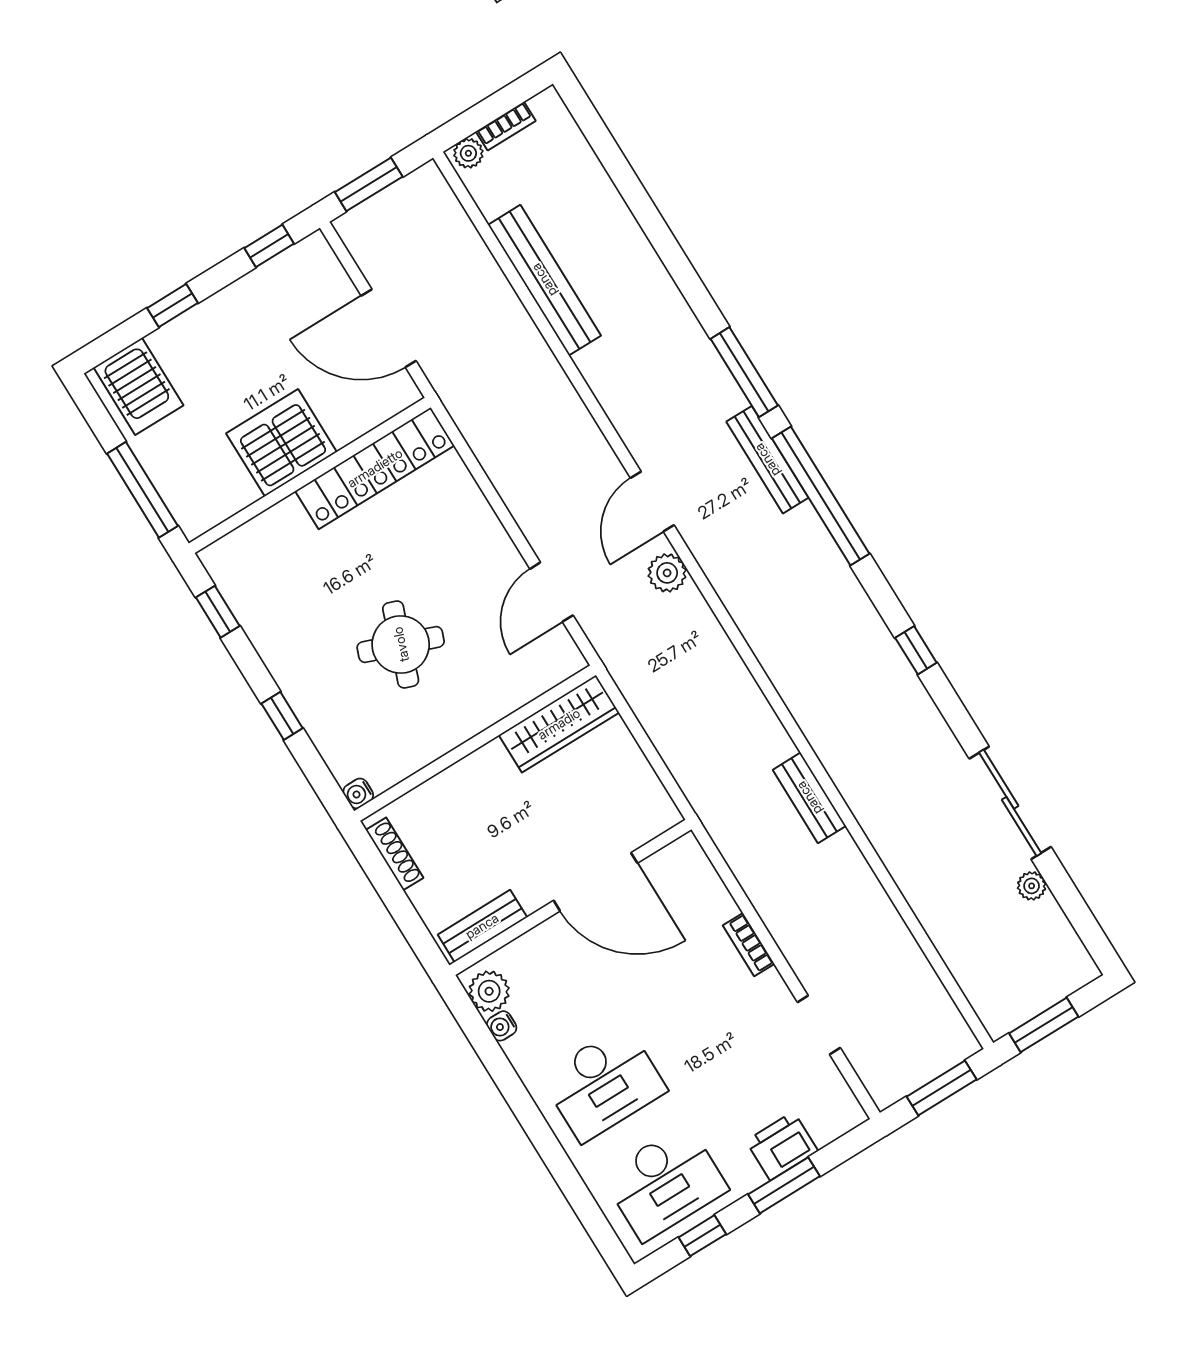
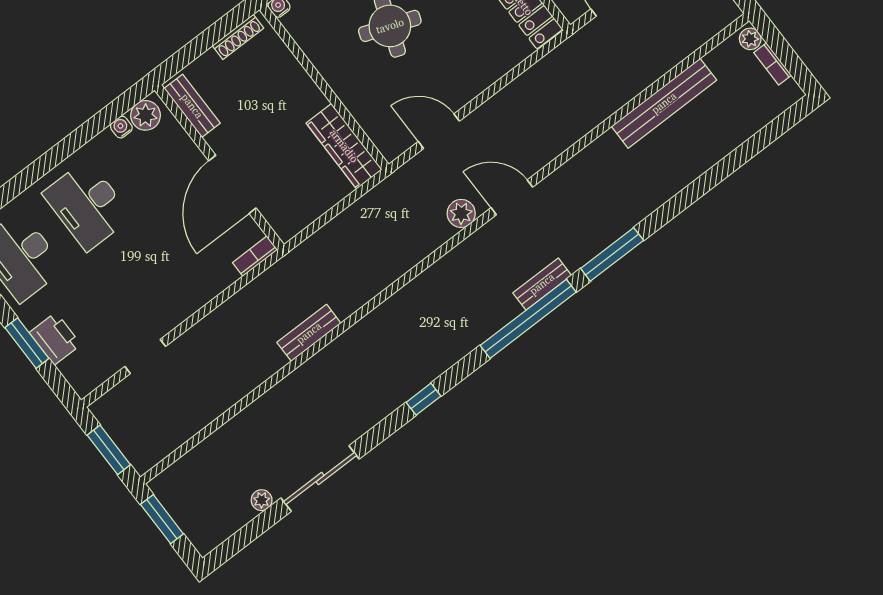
bench: (767, 460) -> (542, 284), width x0.73
bookcase: (749, 945) -> (255, 256), moved

